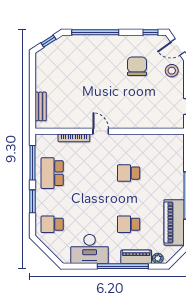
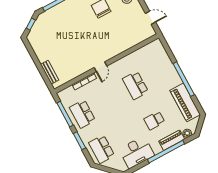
door: (101, 131) -> (100, 67), swing flipped
school desk: (129, 173) -> (135, 85), width x1.85
school desk: (52, 224) -> (102, 149), width x1.85

